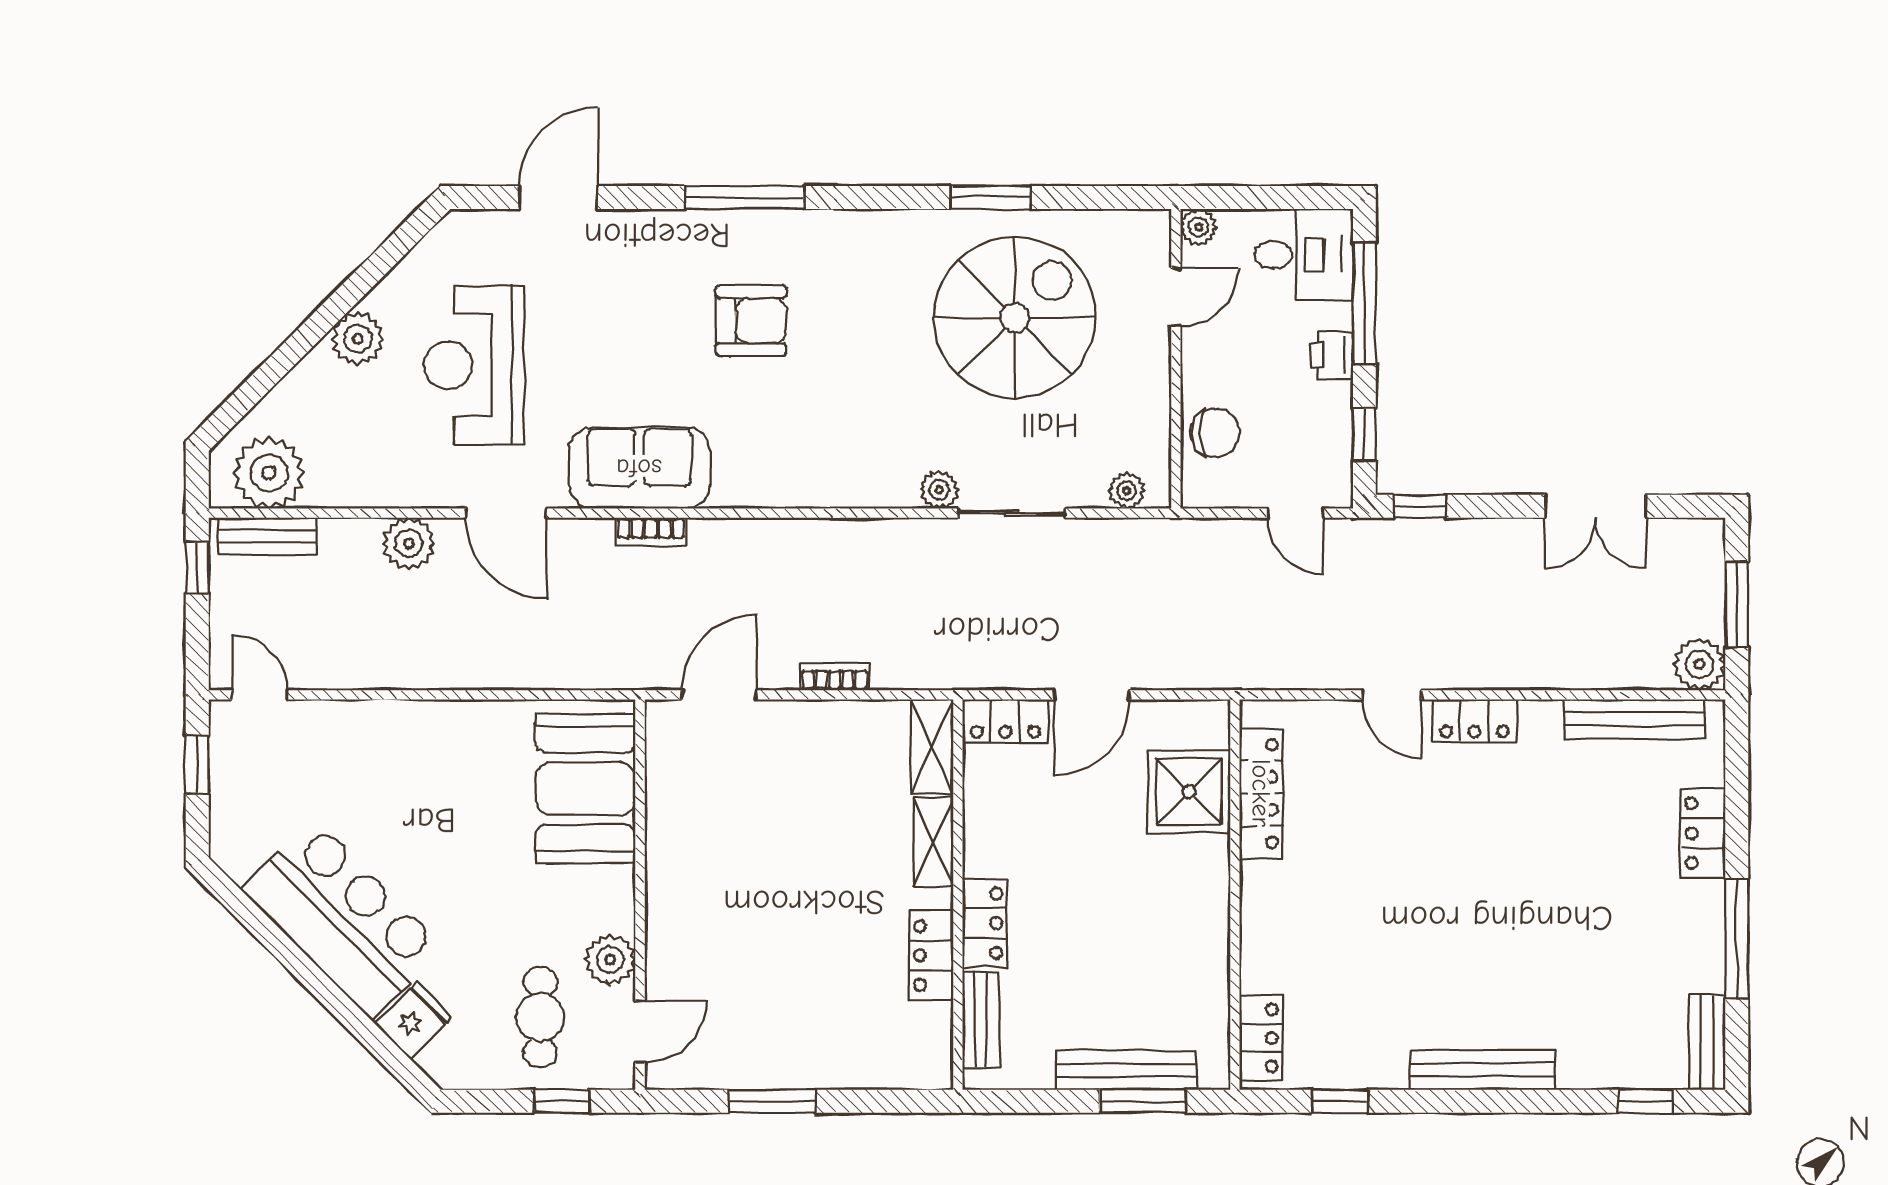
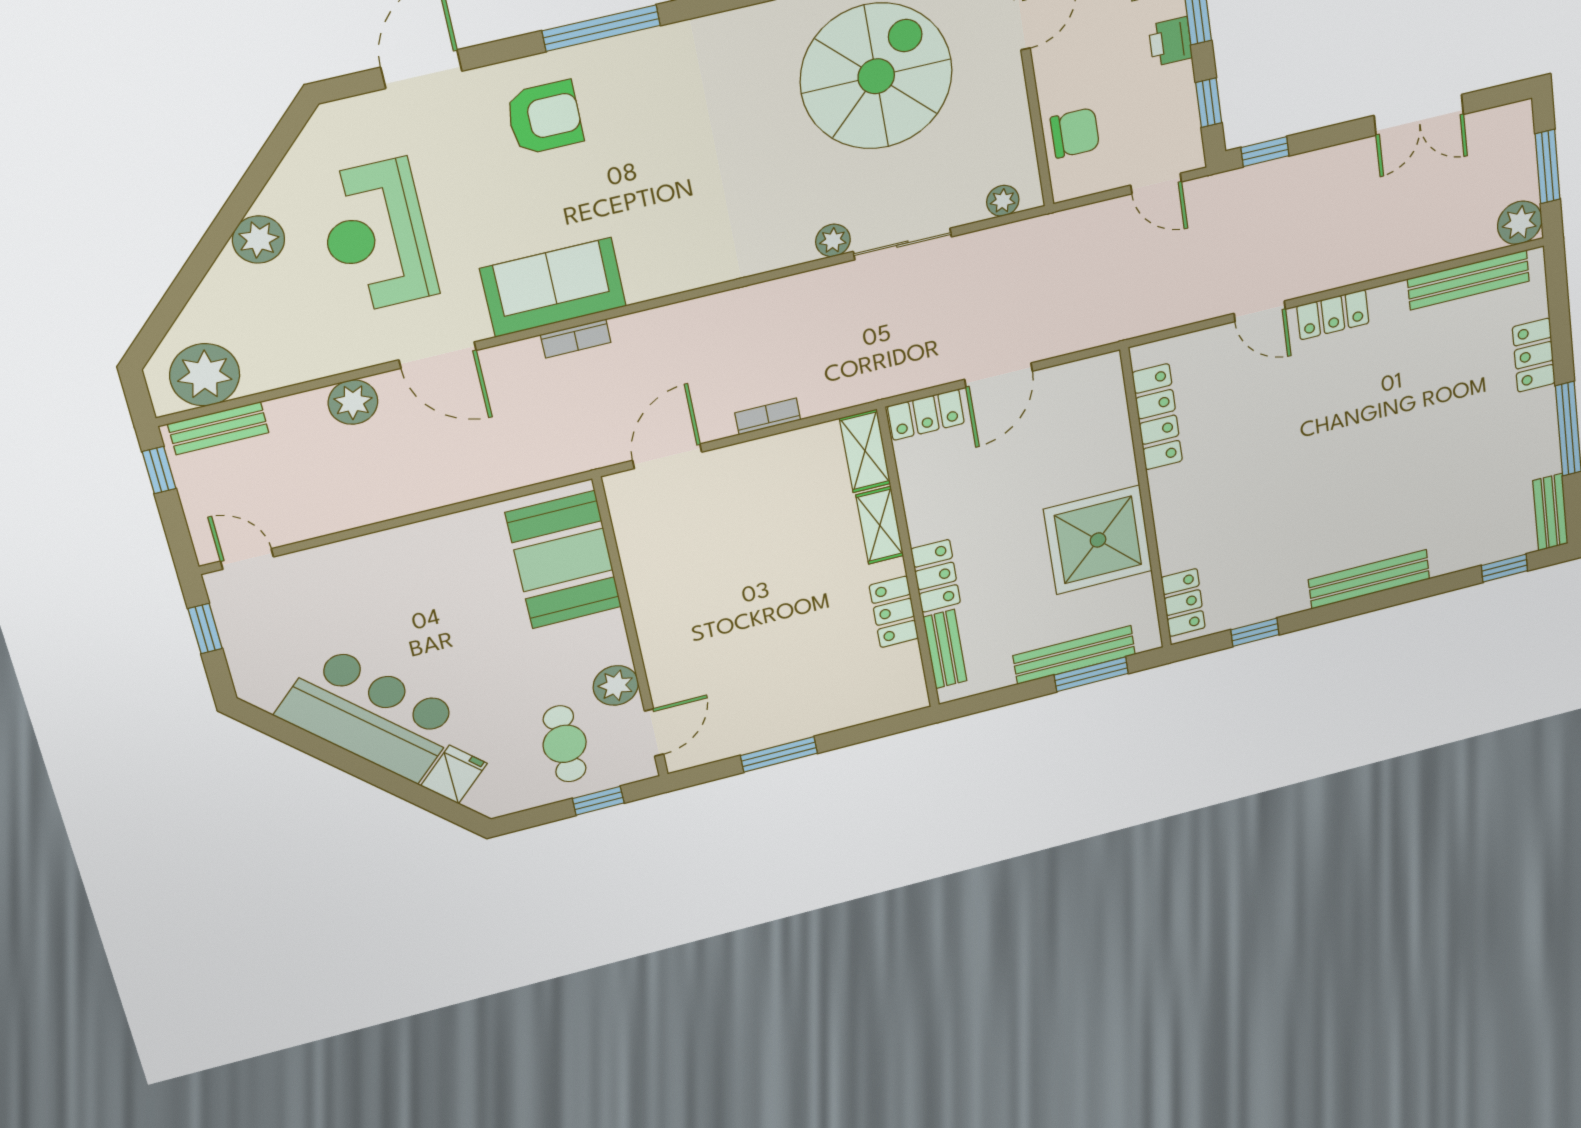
armchair: (751, 321) -> (544, 118), moved
shower: (1189, 792) -> (1098, 540), moved, width x1.37, depth x1.37

